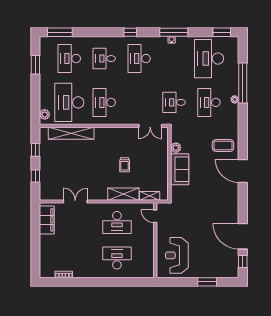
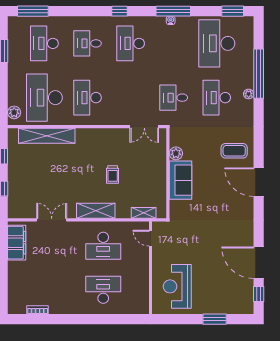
shelving: (123, 194) -> (96, 211), moved

